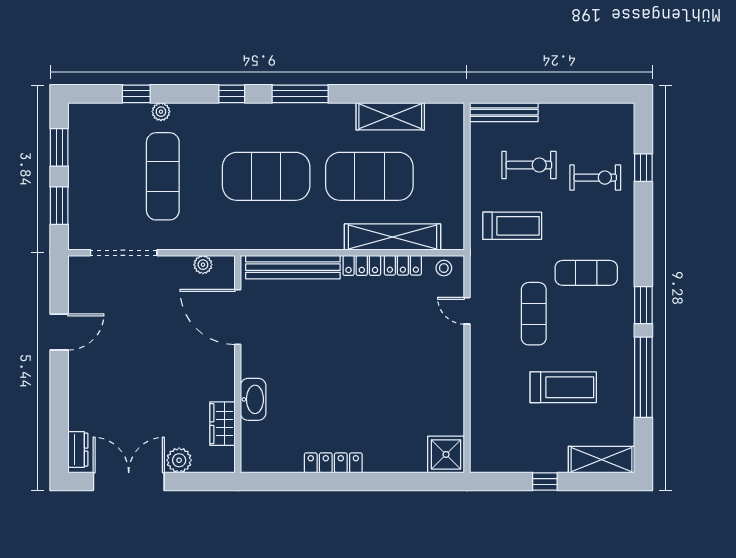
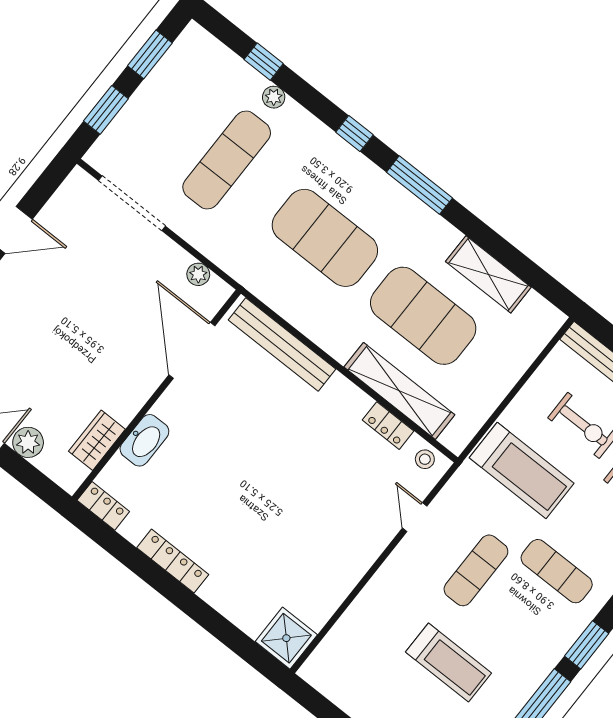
treadmill: (512, 226) -> (522, 471), width x1.37, depth x1.38
locker: (362, 265) -> (103, 506), moved, turned 180

